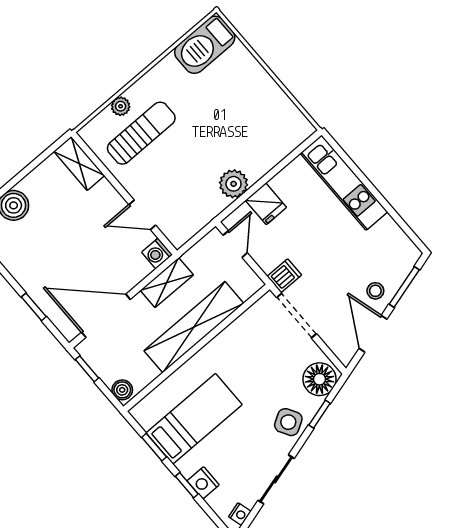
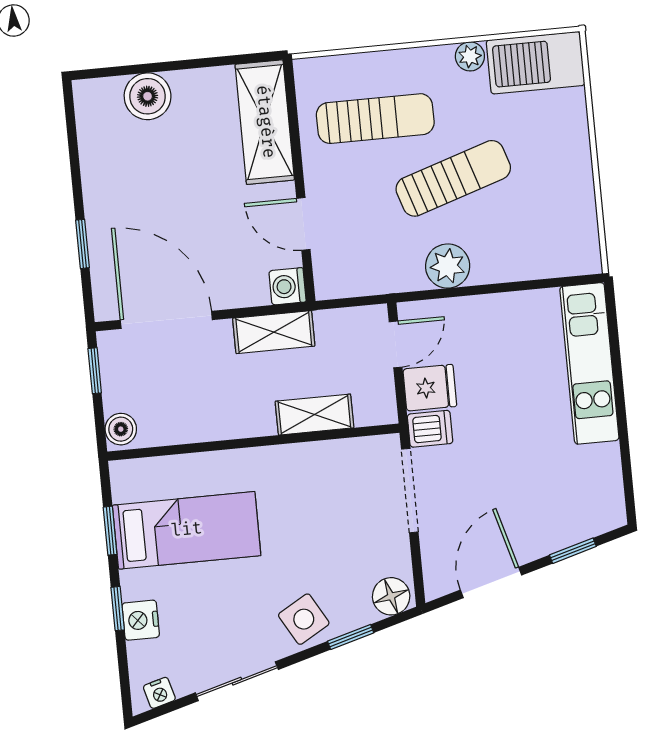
plant: (121, 106) -> (470, 56), moved
sun lounger: (204, 136) -> (453, 178), added
shelving: (79, 163) -> (265, 122), width x1.50, depth x1.33
fridge: (266, 204) -> (430, 388), moved, turned -90
window: (404, 287) -> (573, 551), width x0.67
stool: (375, 291) -> (533, 530), removed
shelving: (194, 327) -> (314, 415), width x0.45, depth x0.75
floor lamp: (319, 379) -> (391, 596), width x0.73, depth x0.73

